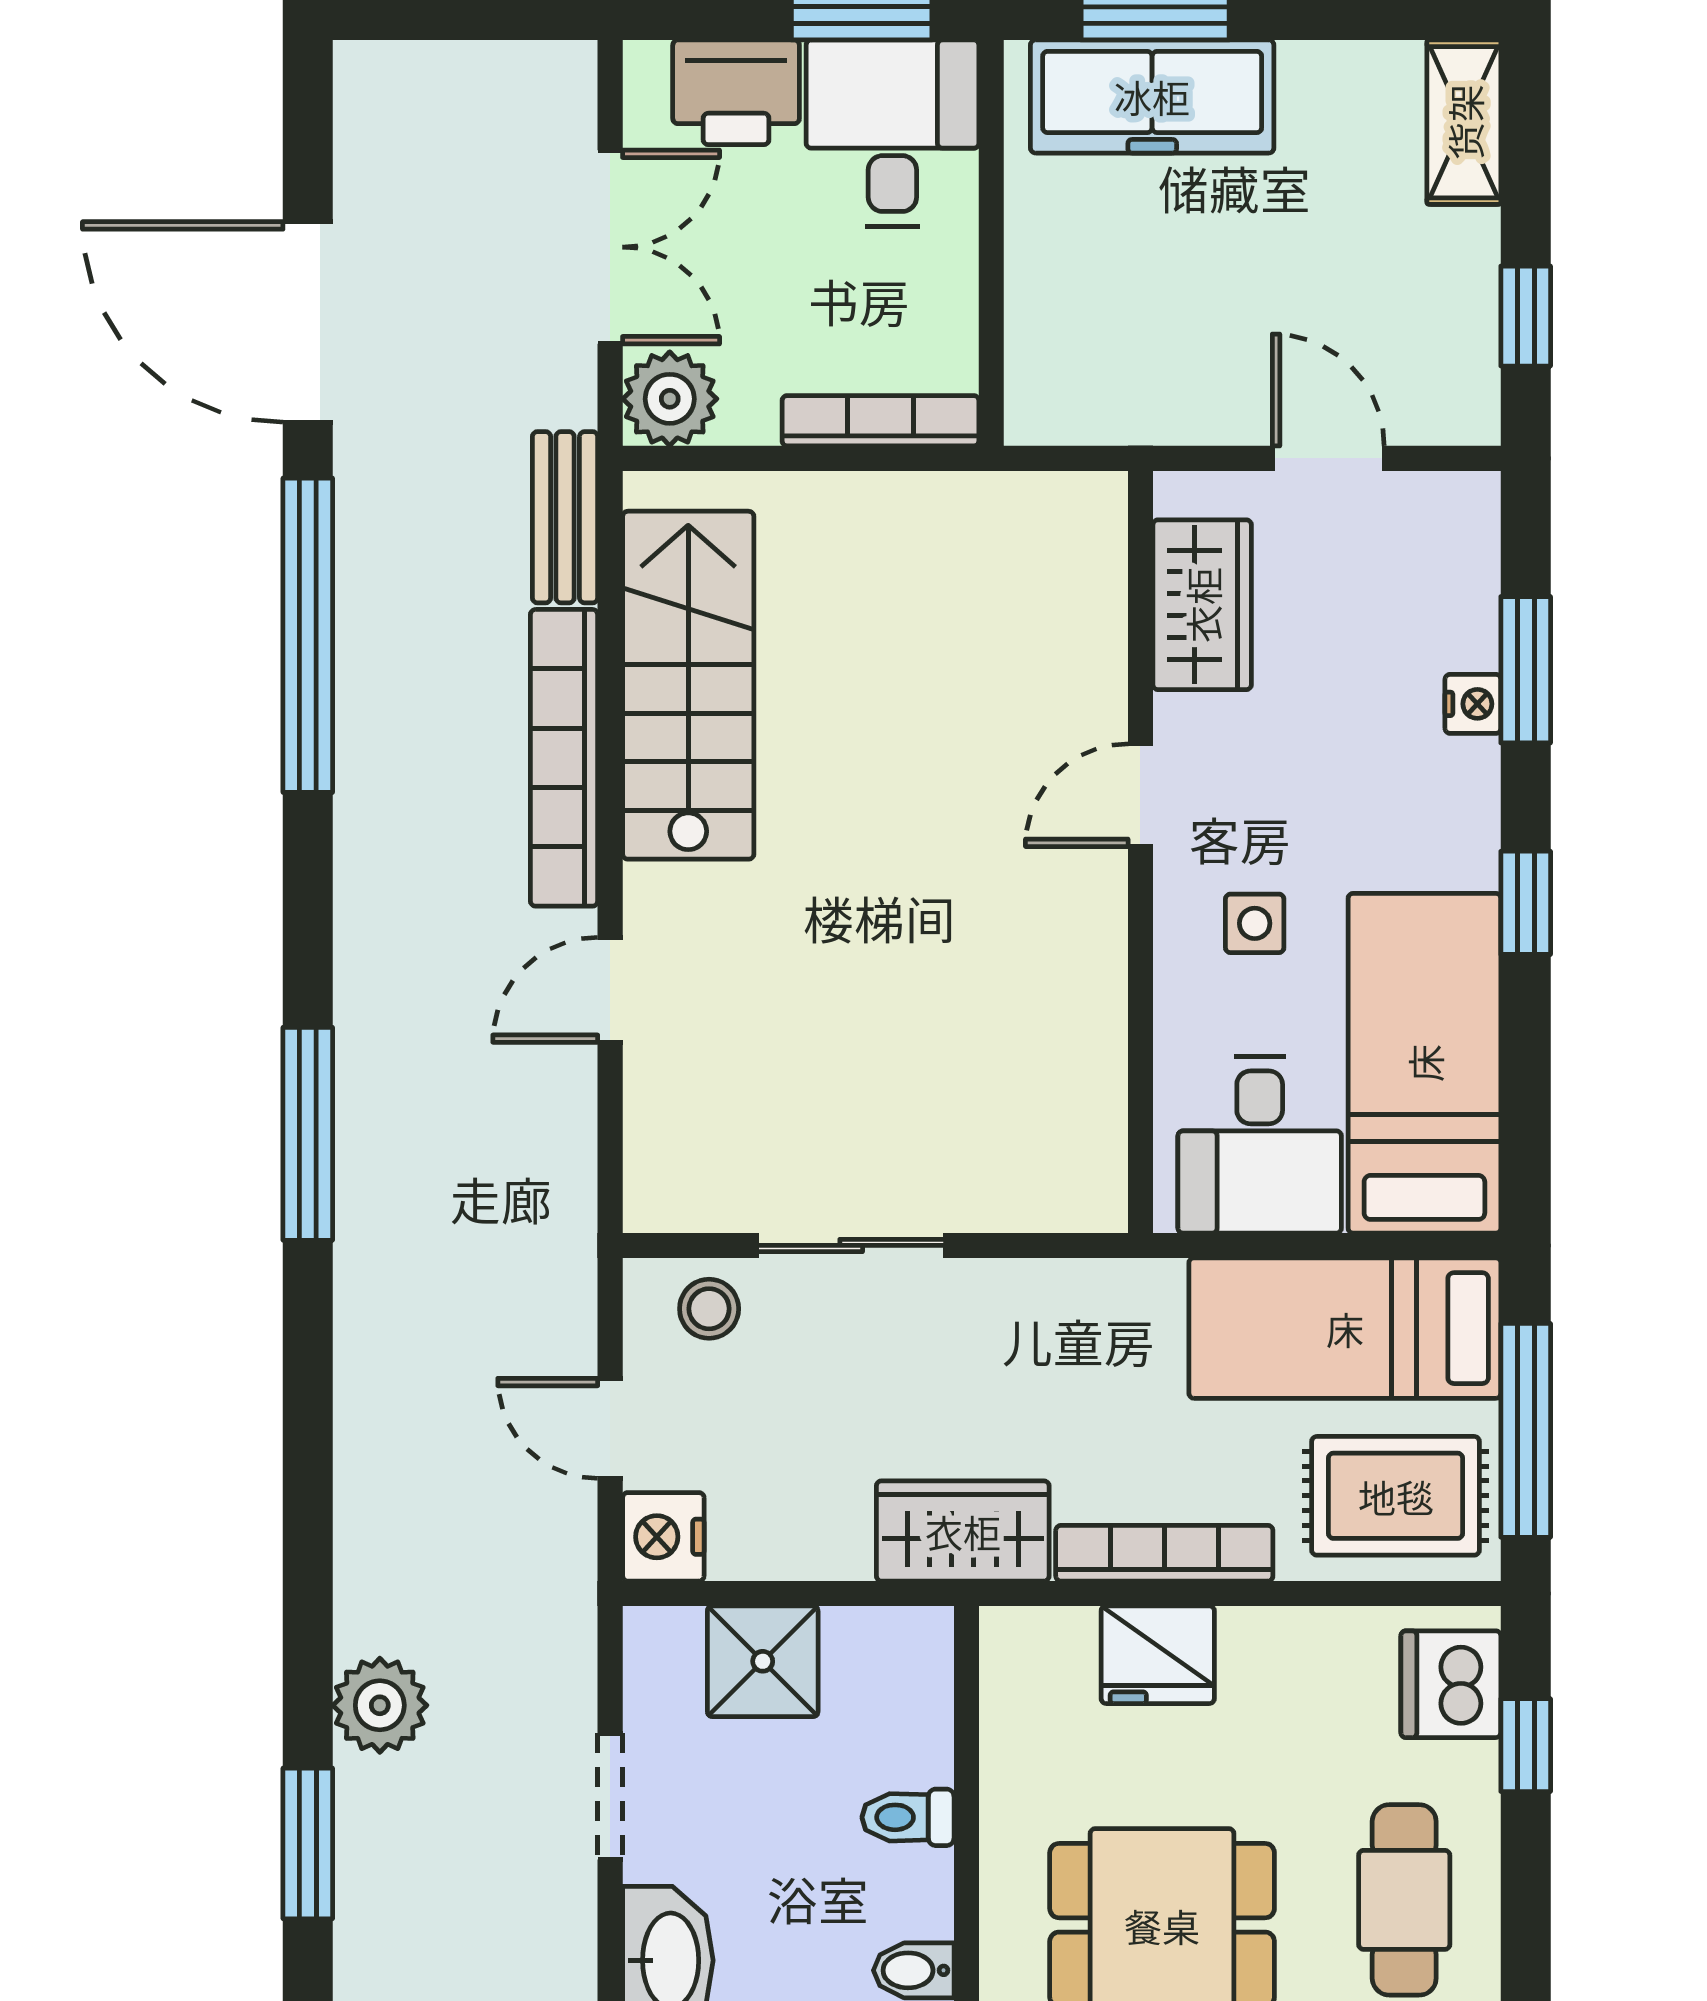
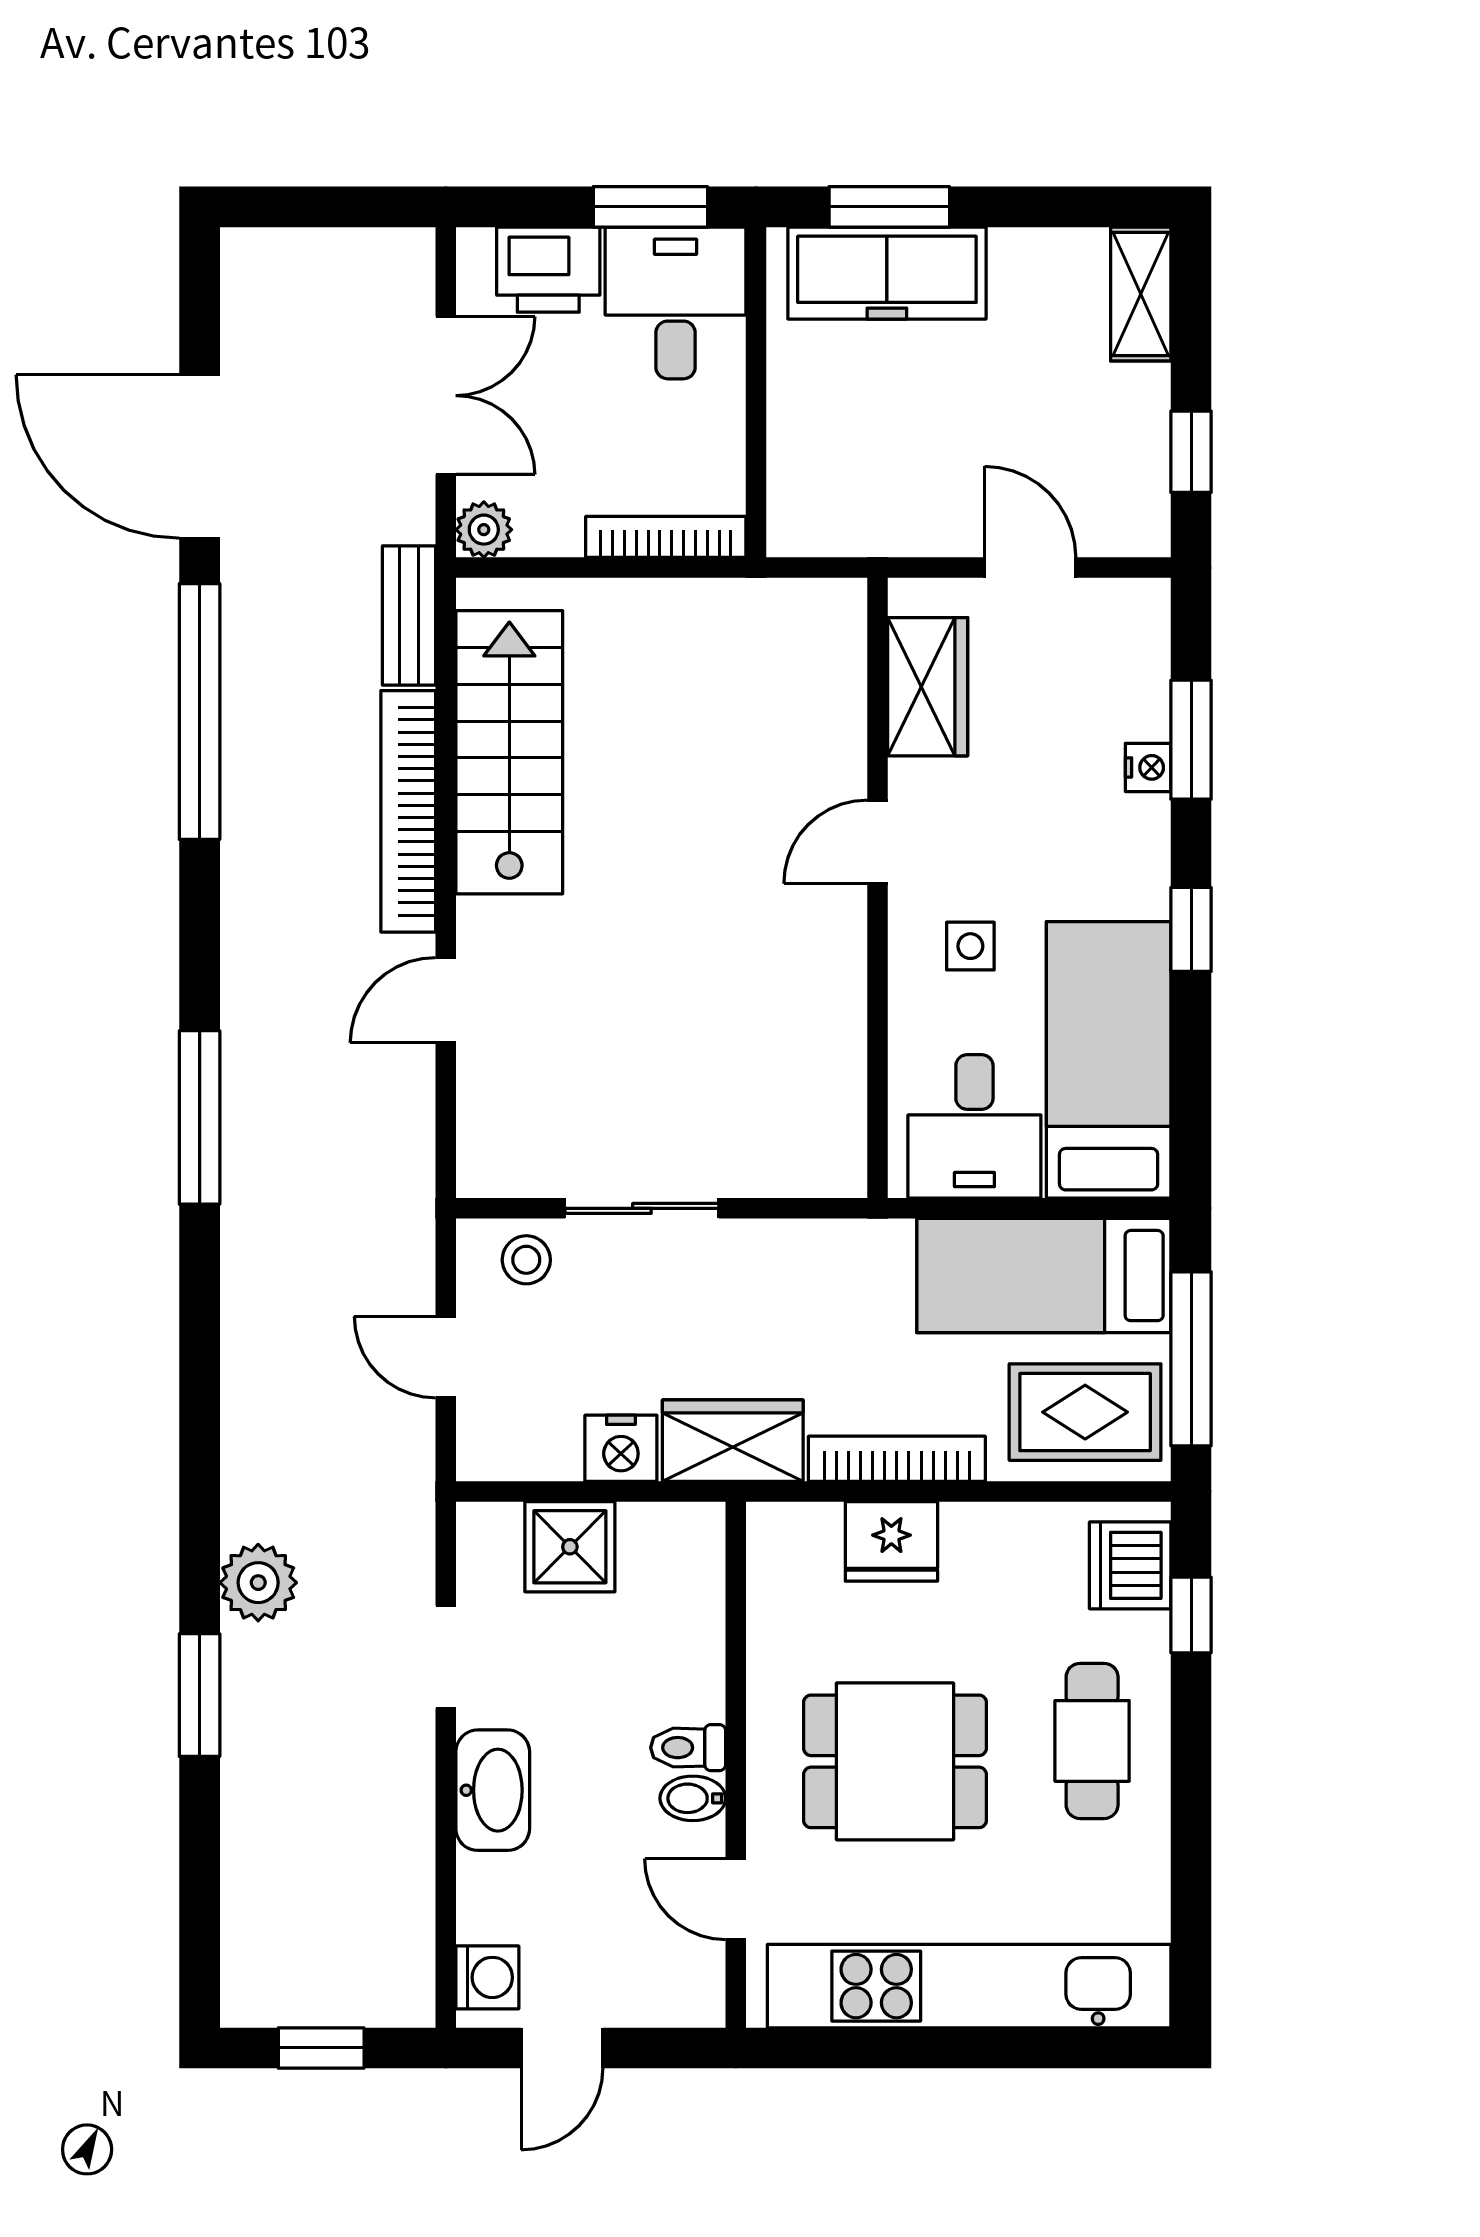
plant: (670, 399) -> (484, 530), width x0.73, depth x0.73
nightstand: (663, 1537) -> (621, 1448), moved, turned -90
toilet: (908, 1817) -> (688, 1748), moved

